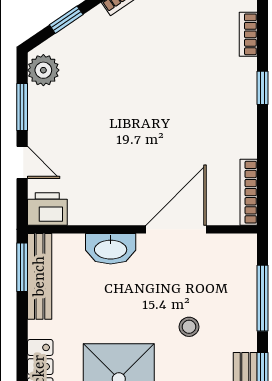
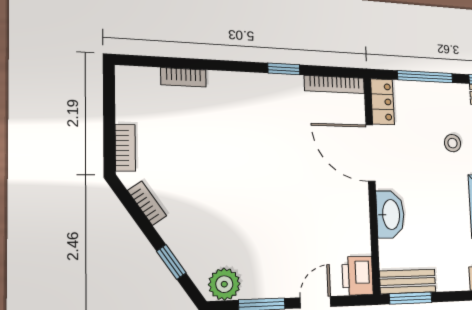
window: (262, 88) -> (284, 69), moved
locker: (232, 246) -> (383, 102), added
bench: (40, 276) -> (408, 281), width x0.73

